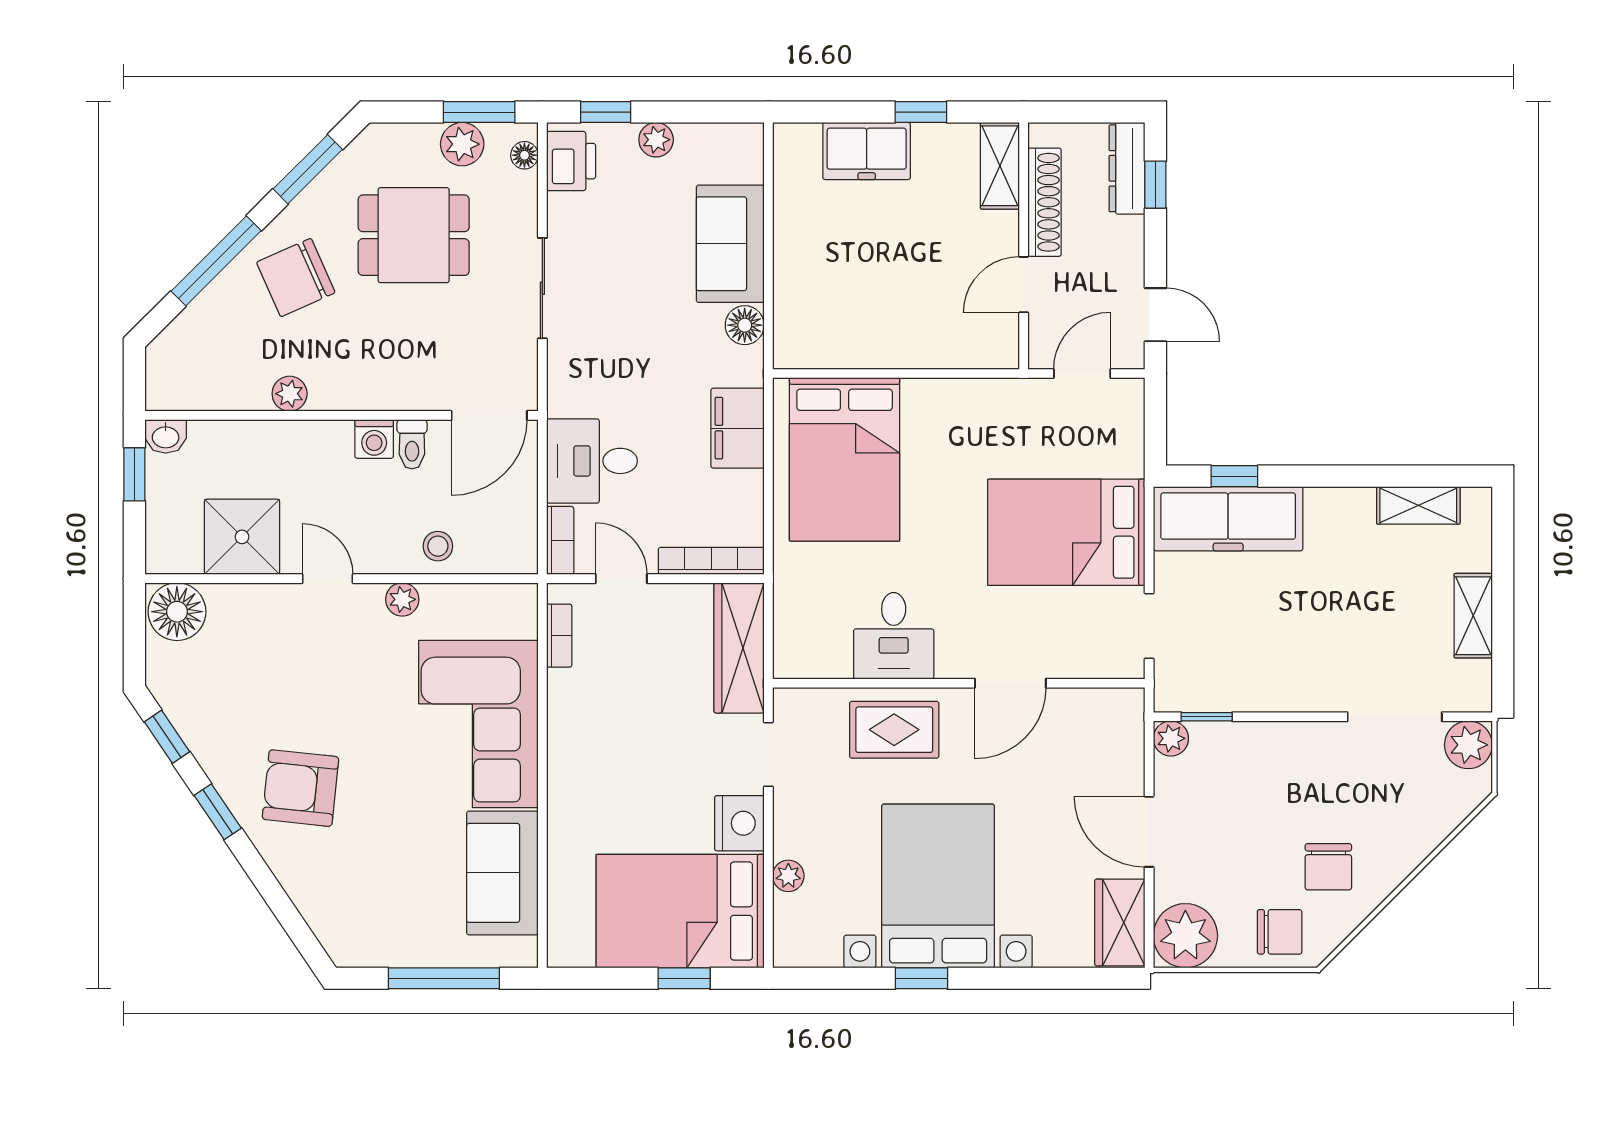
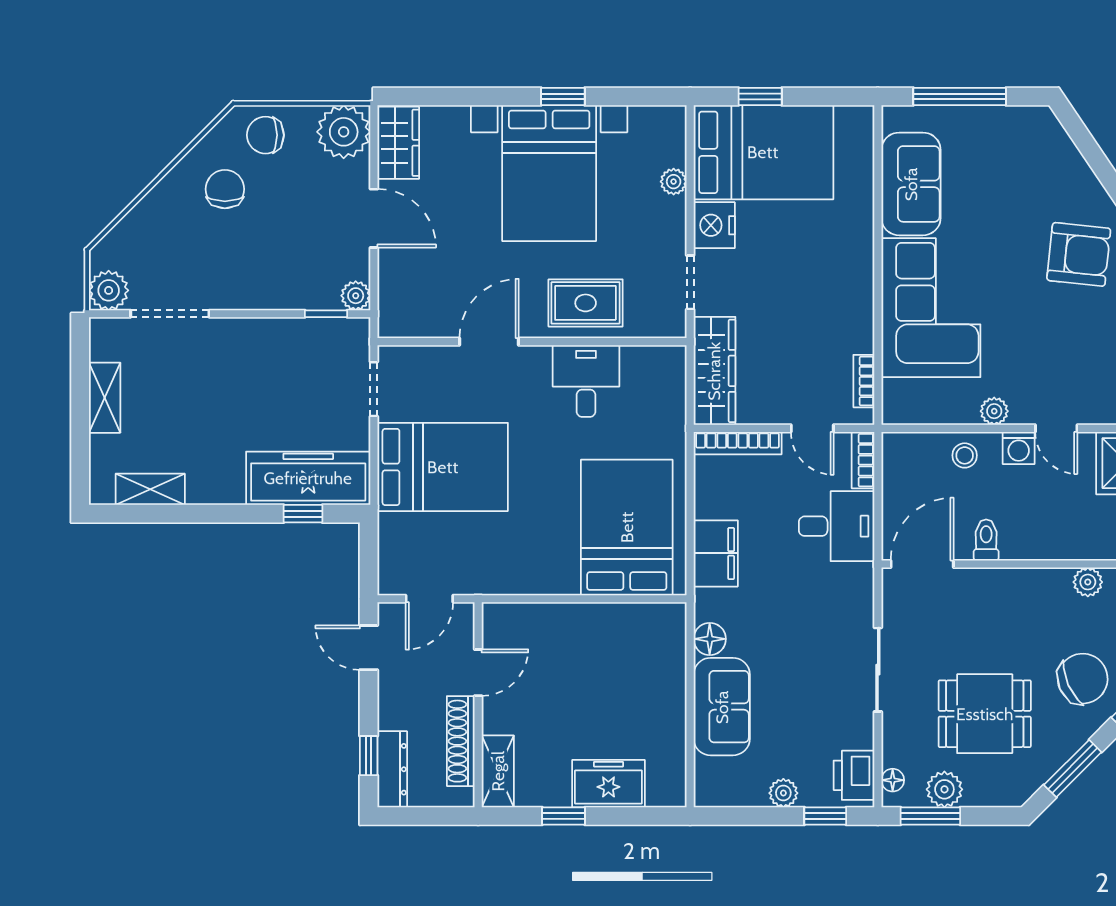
washing machine: (374, 439) -> (1019, 448), moved, turned 180

